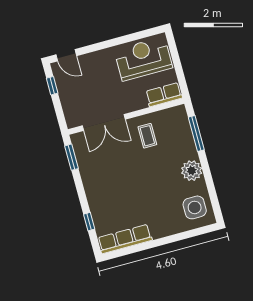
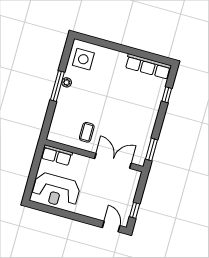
window: (196, 134) -> (57, 86), moved
plant: (192, 171) -> (67, 82), width x0.53, depth x0.53

